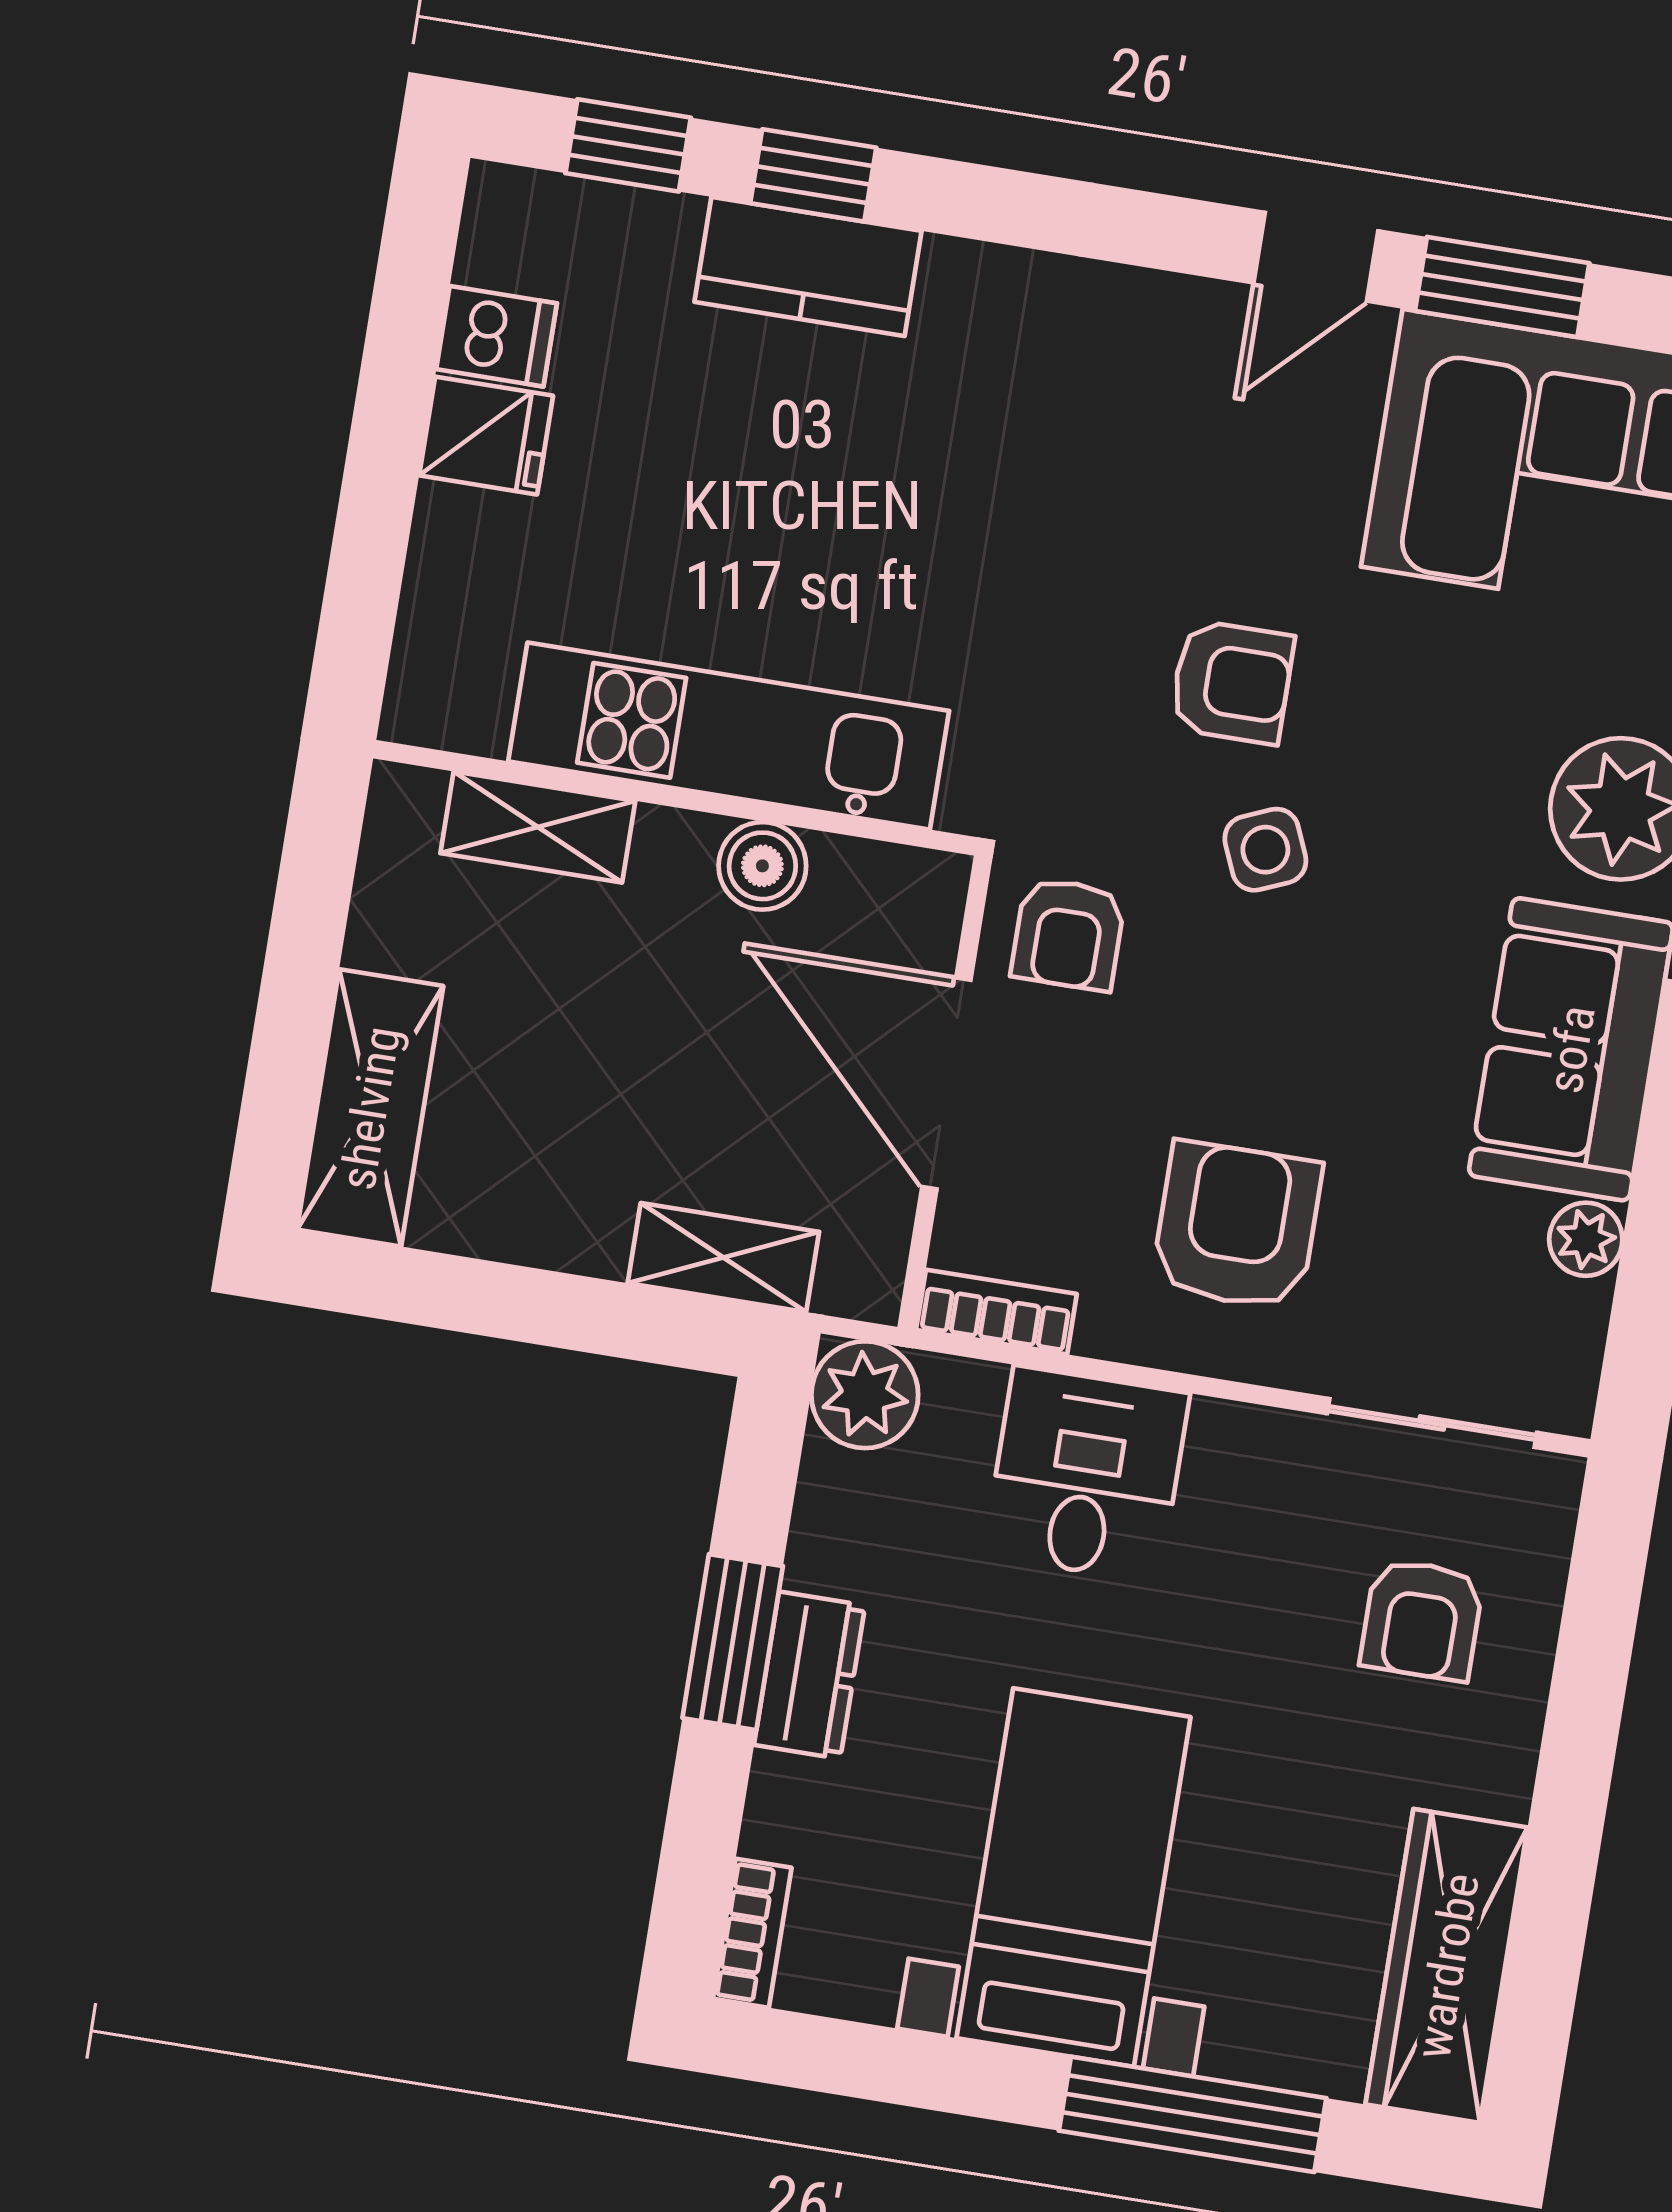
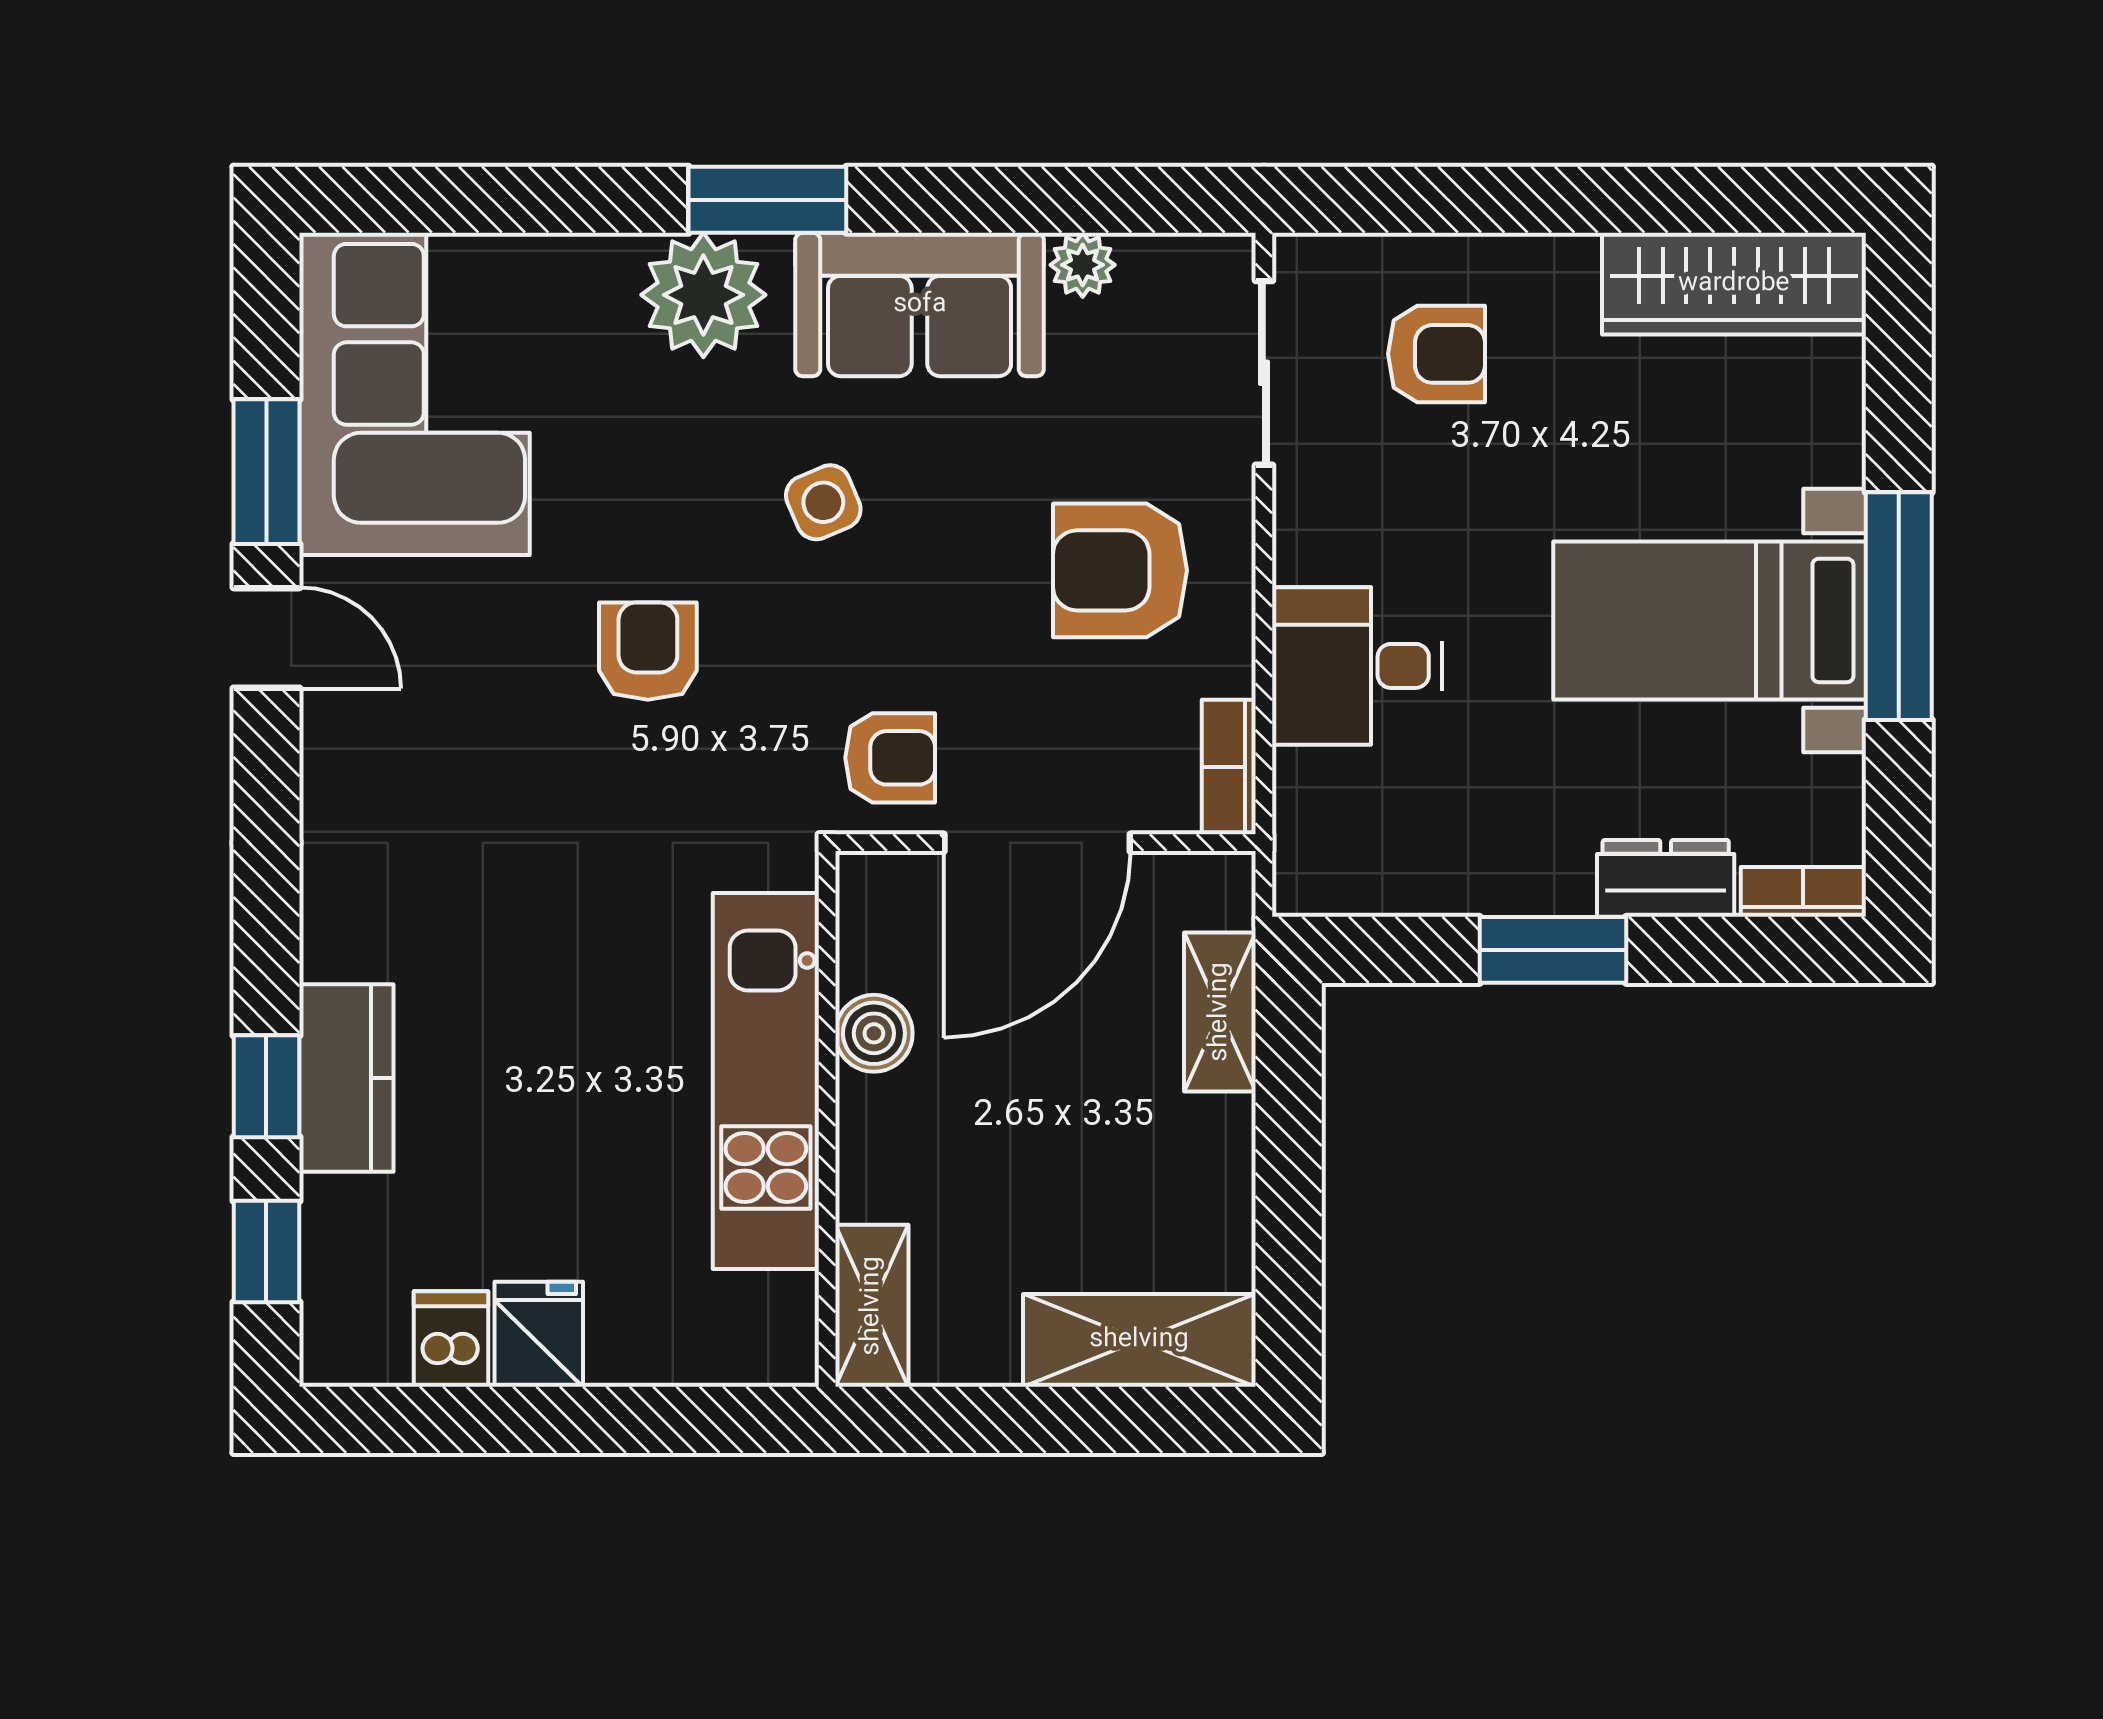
shelving: (538, 827) -> (872, 1306), moved
side table: (1265, 850) -> (823, 502), moved
plant: (865, 1395) -> (1319, 870), removed
dresser: (810, 1675) -> (1666, 878), moved
window: (1193, 2114) -> (1899, 606), moved

